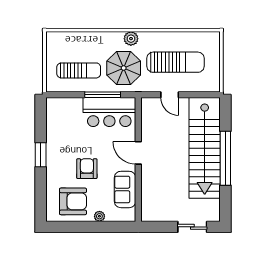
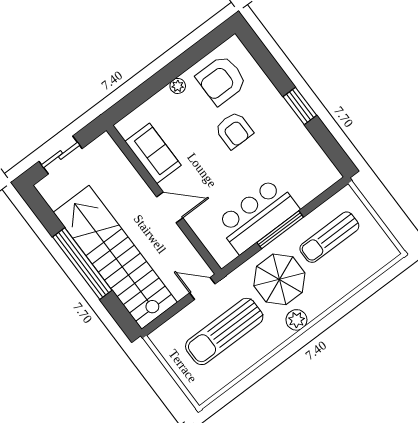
door: (138, 153) -> (170, 207), moved
wall: (138, 160) -> (164, 200), moved
sofa: (125, 189) -> (153, 153), moved

